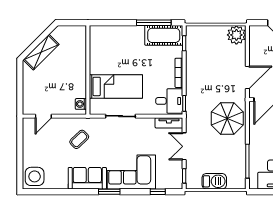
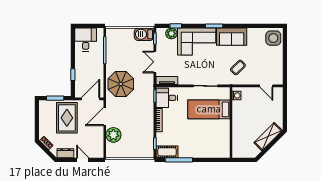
cot: (164, 35) -> (167, 152), width x0.73, depth x0.75
plant: (236, 35) -> (113, 135), moved
door: (43, 116) -> (266, 86), swing flipped
double door: (184, 146) -> (155, 62), swing flipped
barbecue: (214, 181) -> (144, 34), moved
plant: (163, 182) -> (171, 34), added

